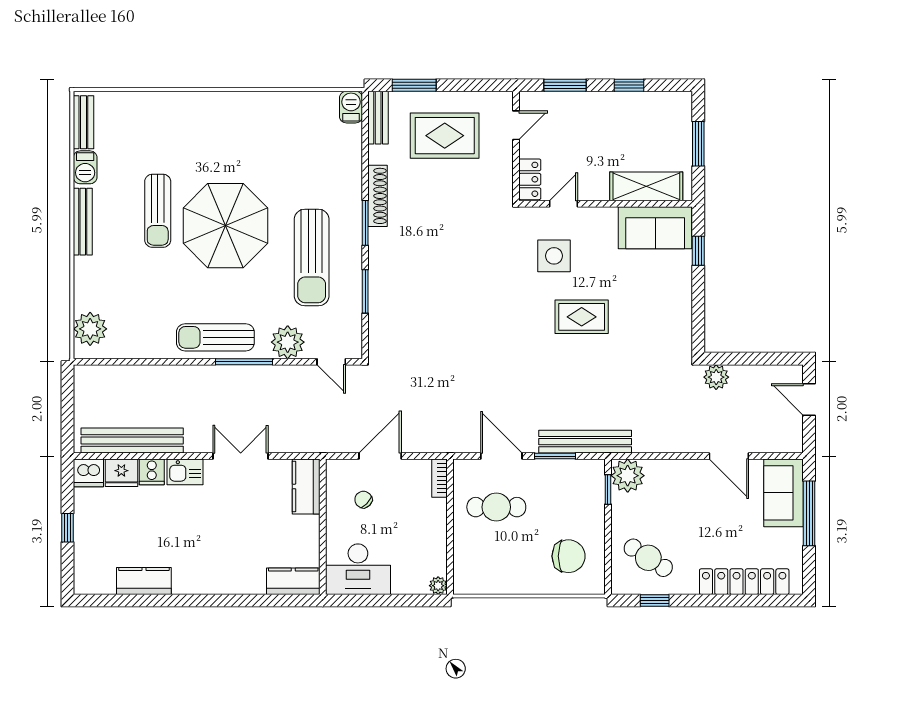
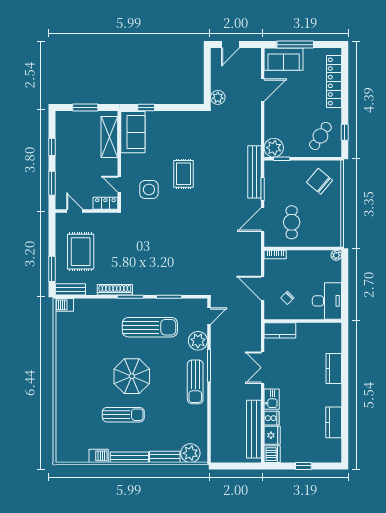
bench: (83, 122) -> (165, 457), moved
parasol: (225, 226) -> (132, 376), width x0.73, depth x0.73
chair: (569, 556) -> (320, 181), turned -50
kitchen counter: (293, 581) -> (334, 369), moved

